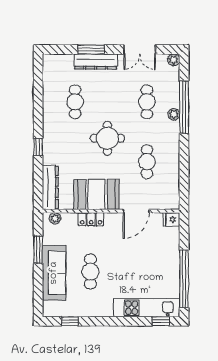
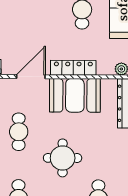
locker: (91, 219) -> (73, 68), width x1.53

